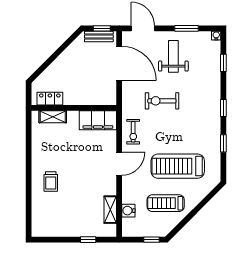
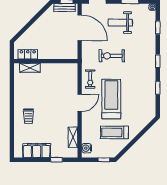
weight bench: (173, 56) -> (120, 23), turned -90
filing cabinet: (98, 120) -> (37, 151), moved, turned 180
treadmill: (178, 166) -> (111, 99), moved, turned 90
water cooler: (128, 211) -> (87, 148), moved

